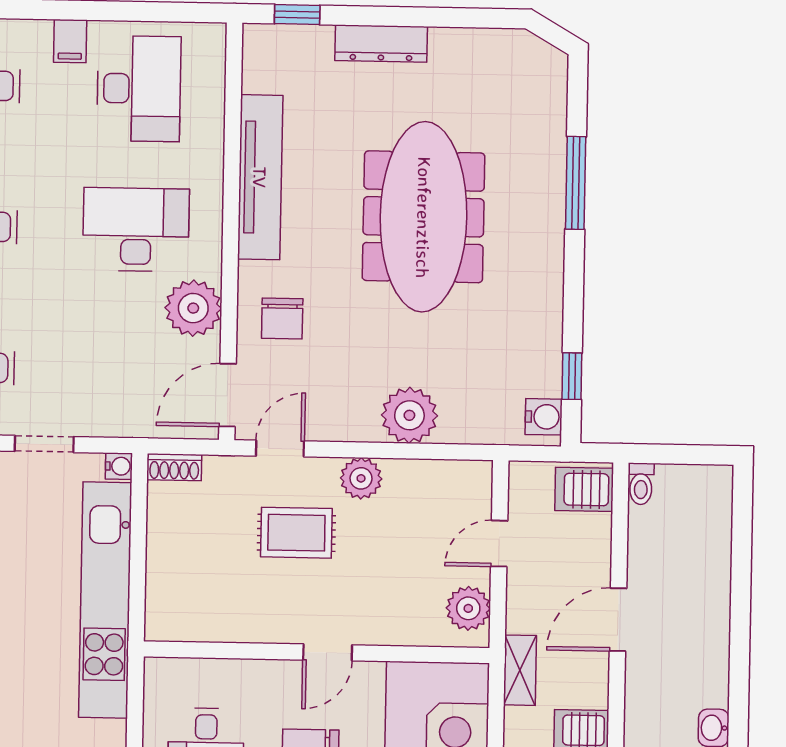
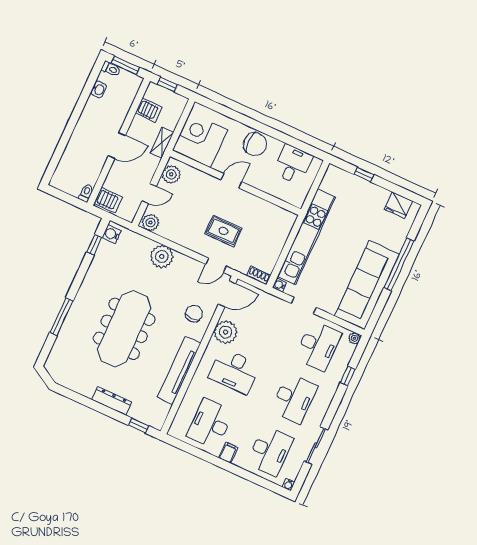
plant: (361, 478) -> (150, 222), moved

